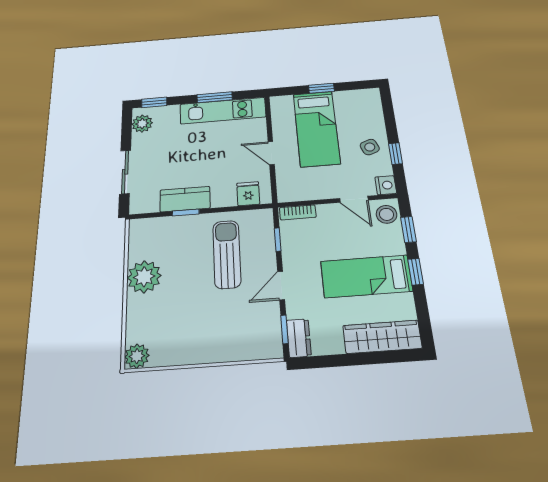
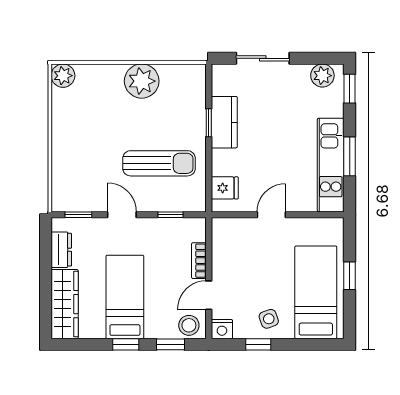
bed: (316, 128) -> (316, 292), moved, turned 90
bookcase: (298, 212) -> (199, 261), moved
dresser: (299, 338) -> (61, 250), moved, turned -90

